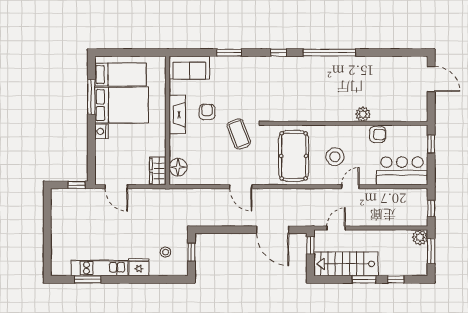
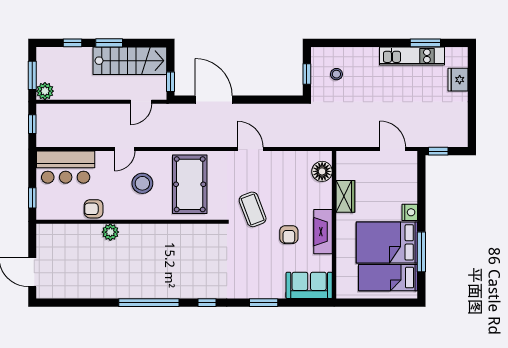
wardrobe: (158, 171) -> (345, 196), moved
fridge: (139, 267) -> (458, 80), moved, turned 90

